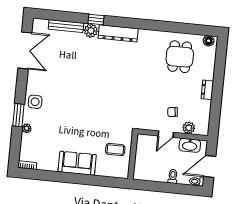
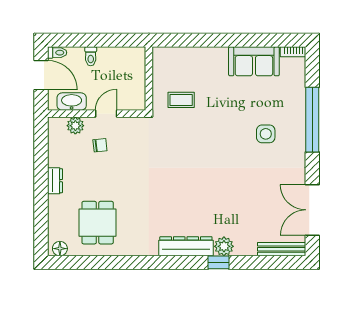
bench: (66, 26) -> (282, 249), moved
side table: (35, 102) -> (266, 134), moved
window: (18, 115) -> (312, 120), width x2.11
plant: (27, 128) -> (299, 103), removed
coffee table: (115, 150) -> (181, 100), moved
sofa: (77, 163) -> (254, 61), moved
door: (210, 167) -> (41, 75), hinge flipped

